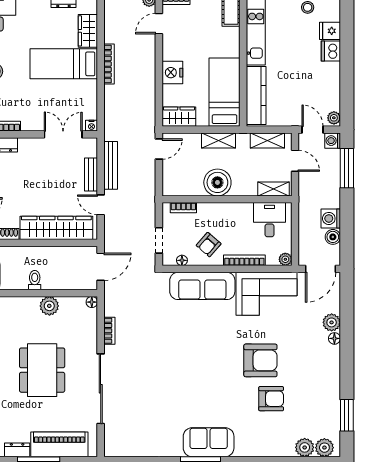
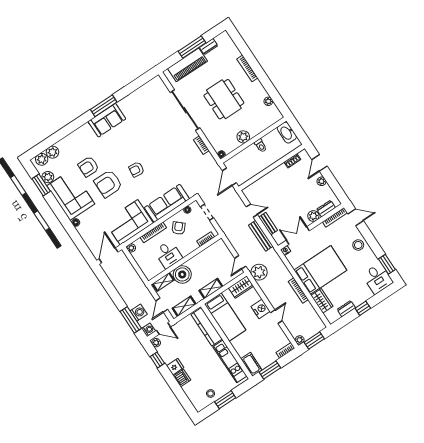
door: (159, 24) -> (276, 317), moved
fridge: (330, 31) -> (175, 367), moved
bed: (64, 64) -> (320, 270), width x1.50
window: (347, 95) -> (157, 360), added
plant: (143, 121) -> (259, 272), added
double door: (63, 134) -> (298, 235), swing flipped
plant: (27, 146) -> (313, 216), added
door: (295, 161) -> (162, 305), hinge flipped
boiler: (217, 182) -> (182, 274), moved
washing machine: (331, 218) -> (139, 313), moved
desk: (270, 220) -> (168, 254), moved
wardrobe: (56, 228) -> (268, 182), removed
boiler: (333, 237) -> (113, 277), removed
plant: (332, 322) -> (48, 177), moved
armchair: (213, 355) -> (136, 169), added
corner sofa: (318, 378) -> (71, 195), added

